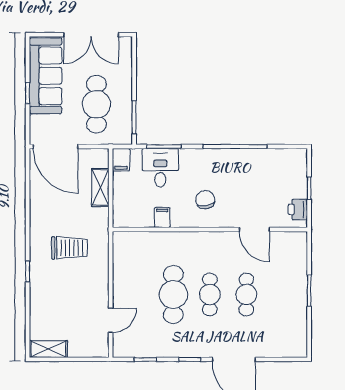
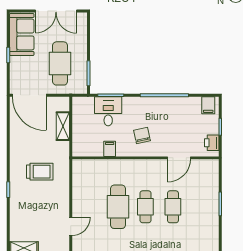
sofa: (46, 76) -> (22, 34), width x0.73
filing cabinet: (121, 160) -> (208, 105), moved
door: (254, 230) -> (179, 158), hinge flipped

